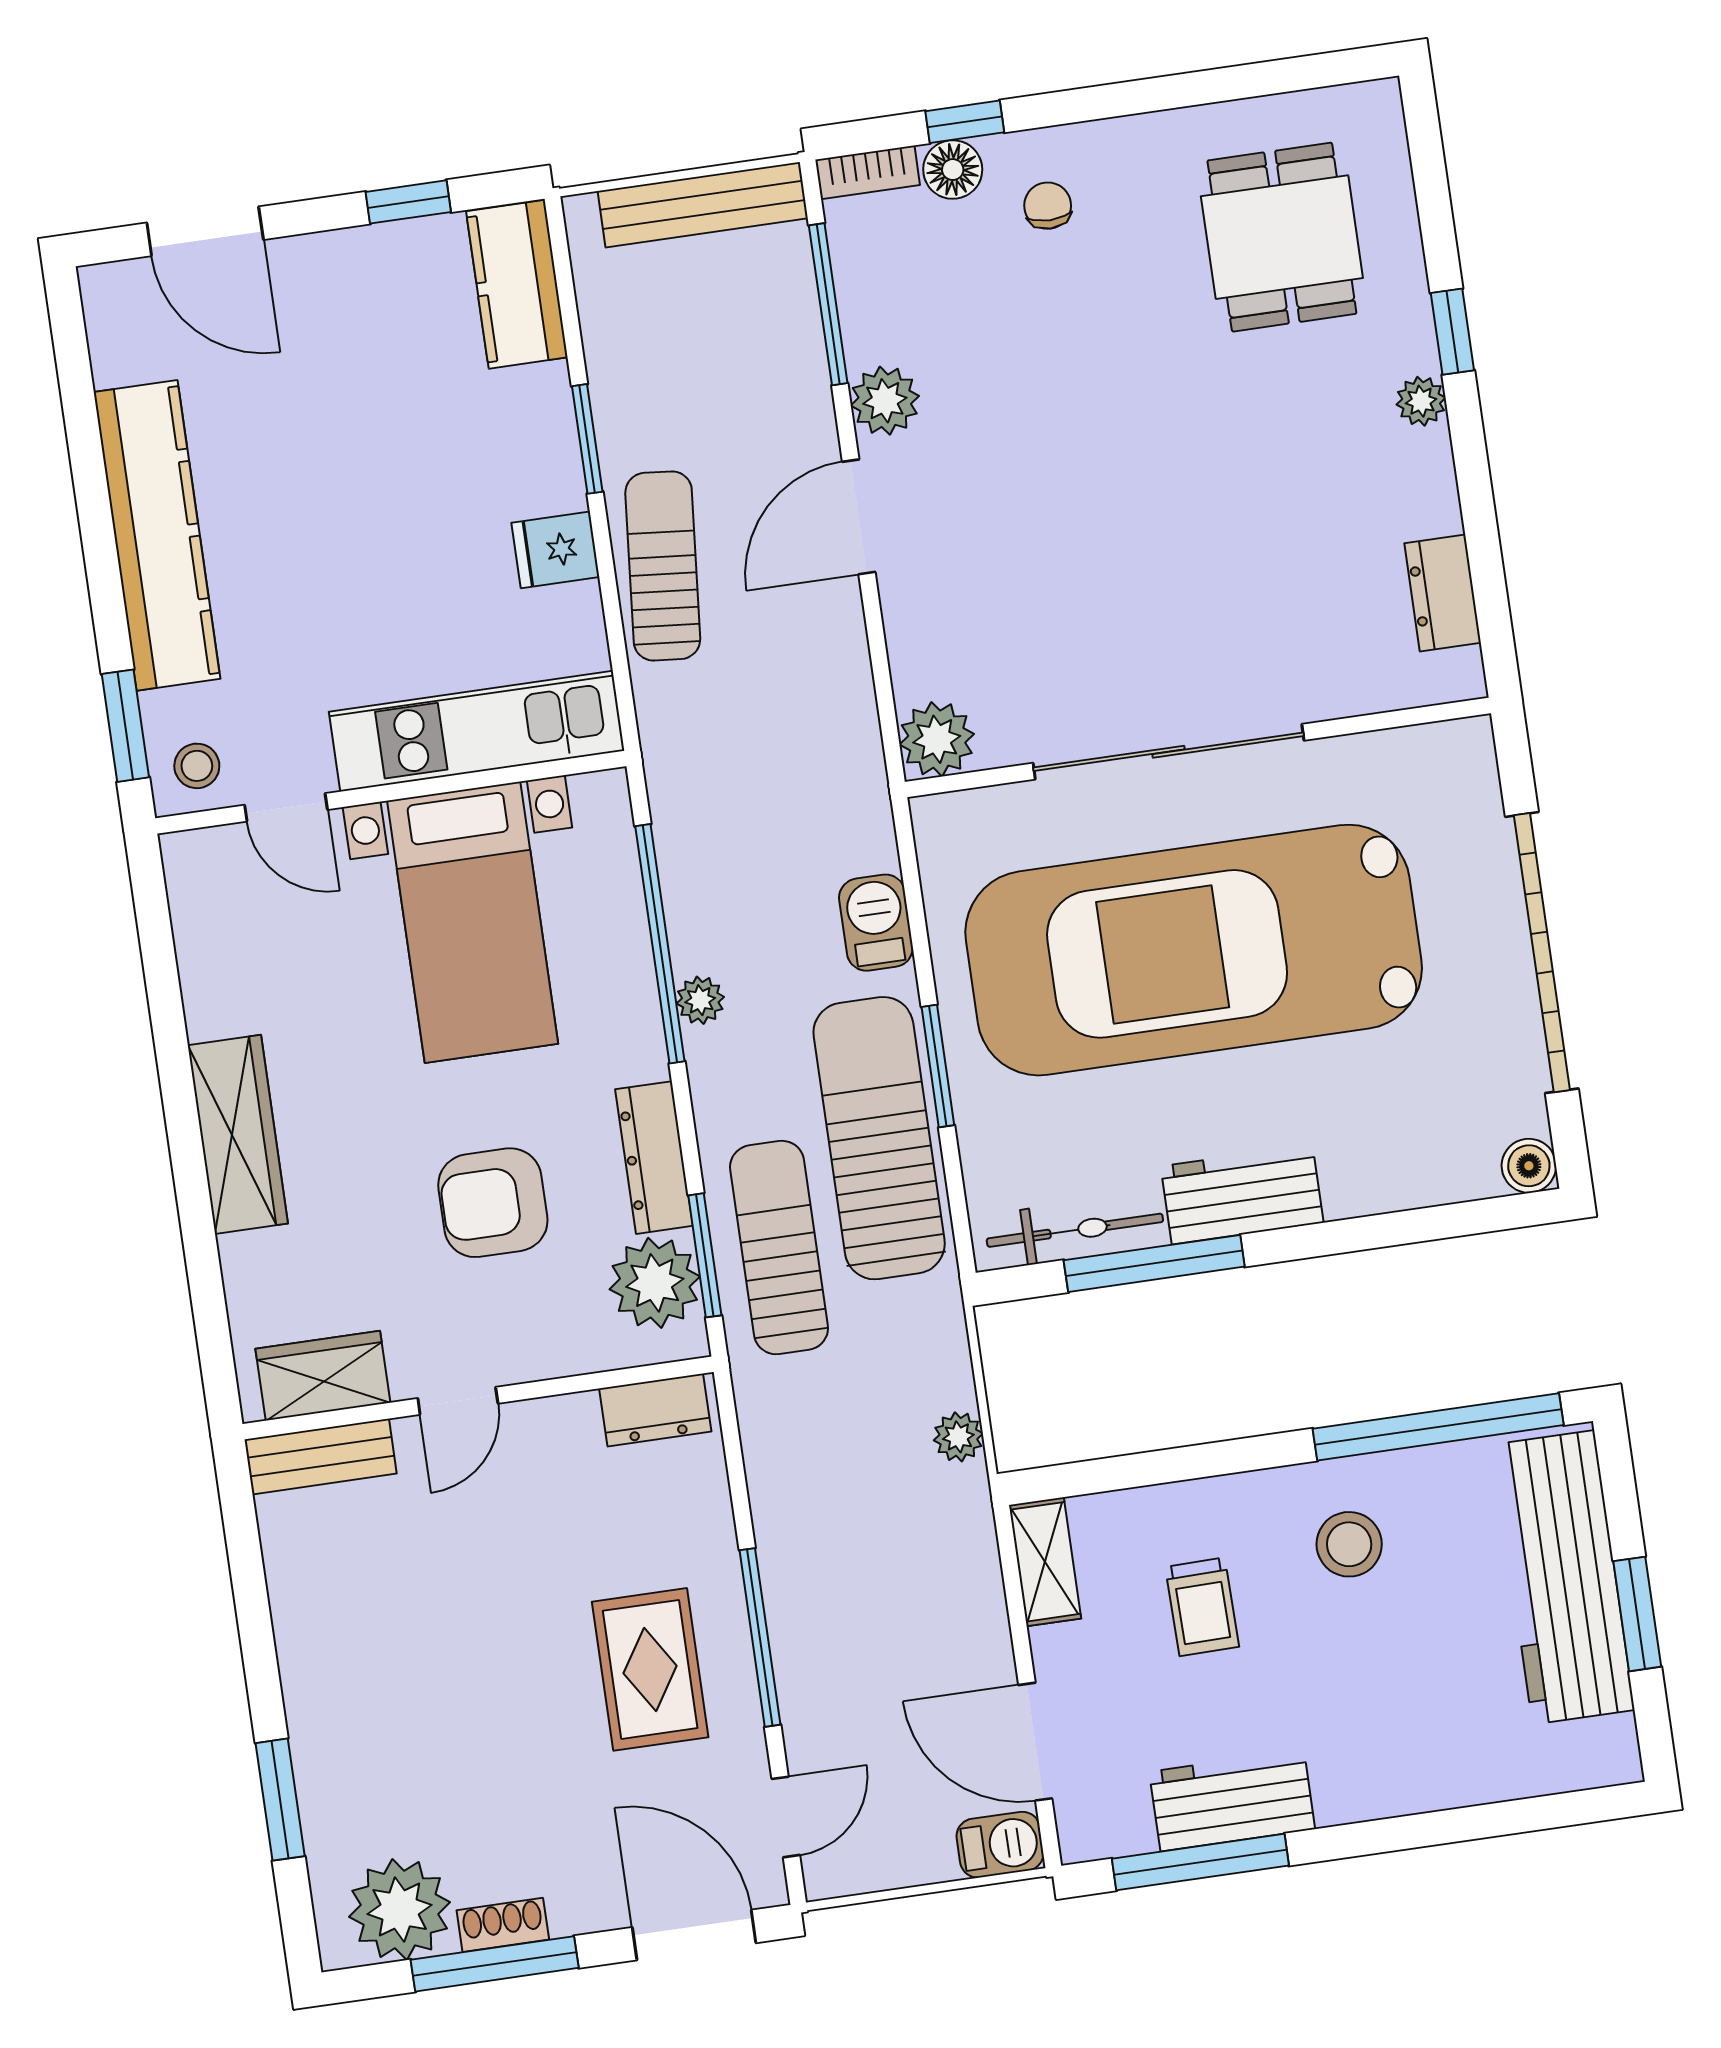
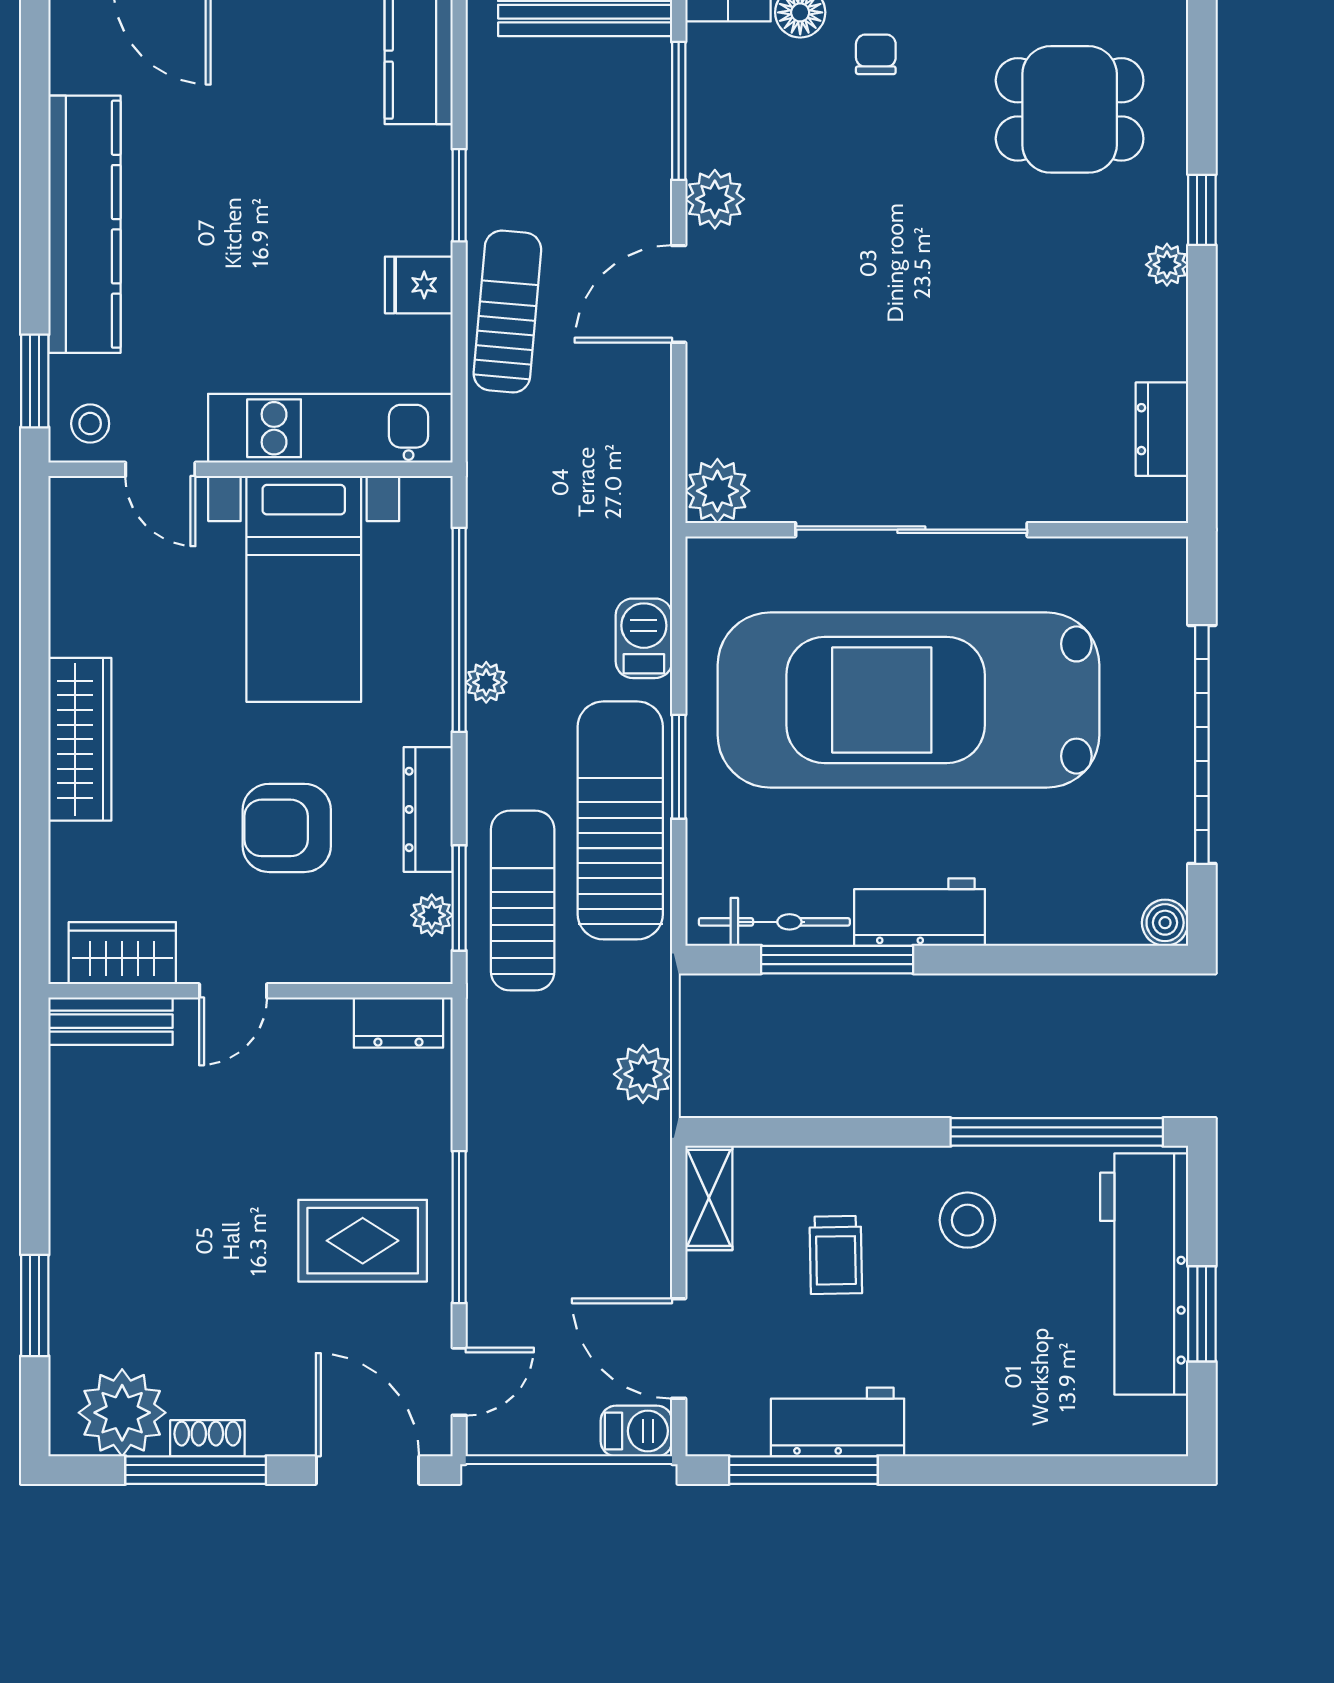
dining table: (1282, 237) -> (1070, 109), turned 90
plant: (655, 1283) -> (432, 915), width x0.53, depth x0.53
plant: (958, 1437) -> (643, 1074), width x1.38, depth x1.38
rug: (650, 1669) -> (363, 1241), turned 90

